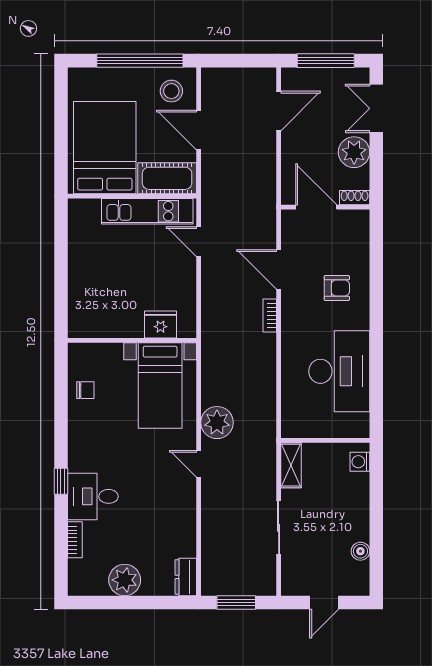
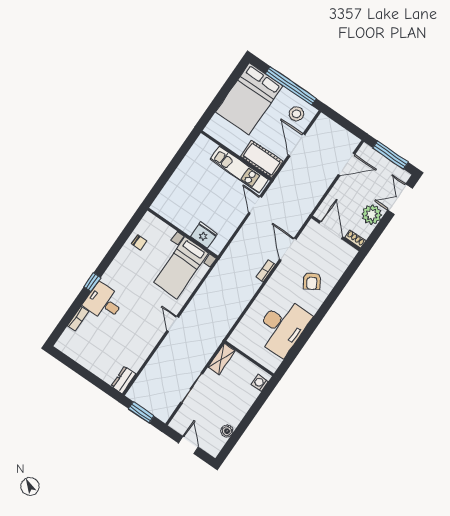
bed: (105, 148) -> (249, 99), moved, turned 180
armchair: (337, 288) -> (312, 281), turned 60
plant: (217, 423) -> (198, 309), removed
plant: (125, 580) -> (90, 359), removed
door: (324, 602) -> (188, 445), swing flipped

